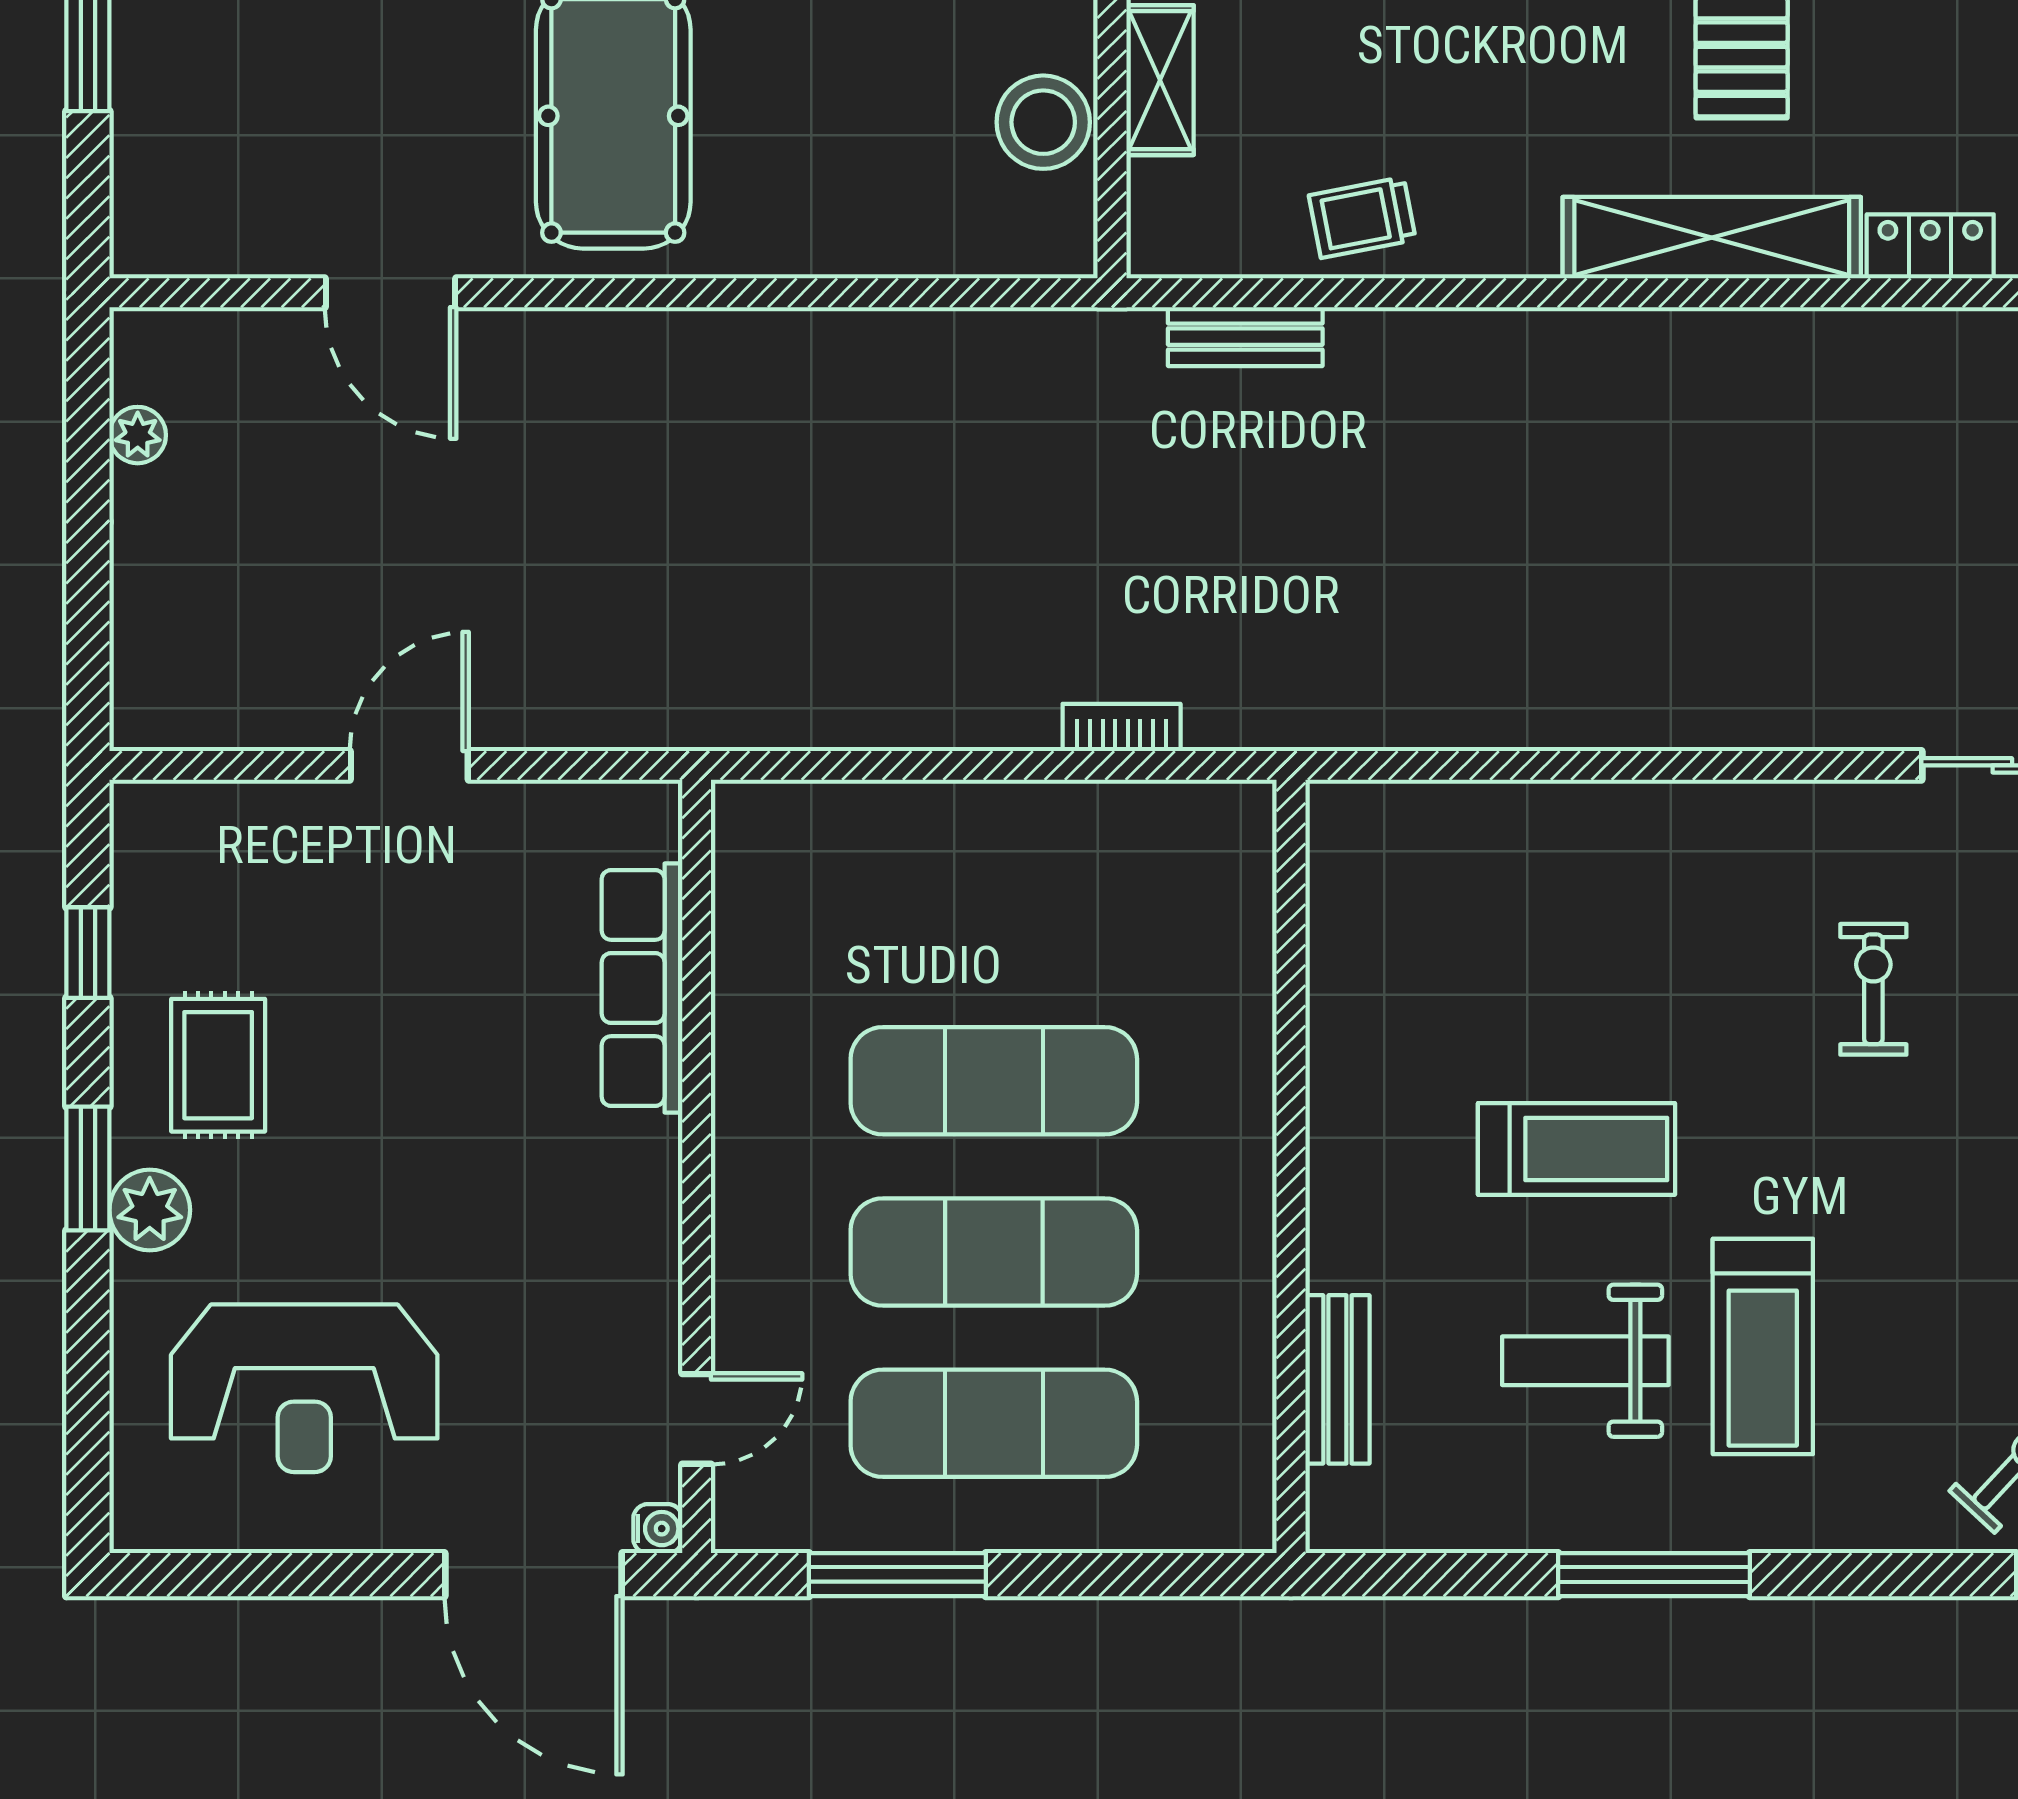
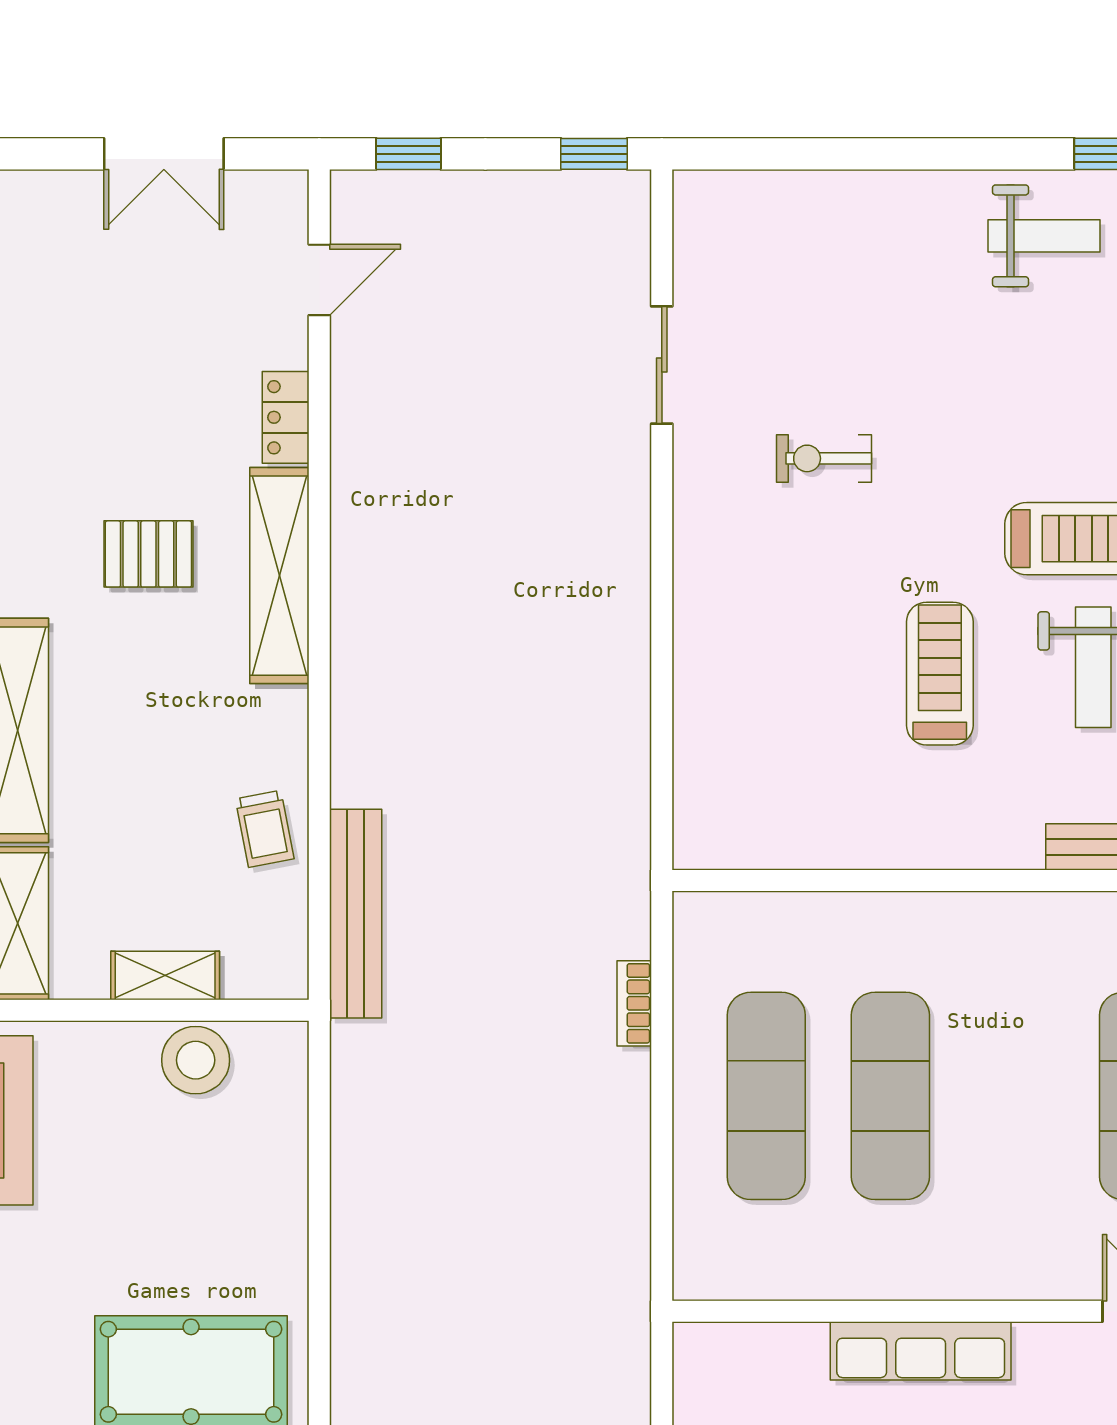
bench: (1245, 337) -> (356, 914), width x1.86, depth x1.21
row of seats: (642, 988) -> (921, 1351), moved
exercise mat: (994, 1252) -> (766, 1096), moved

